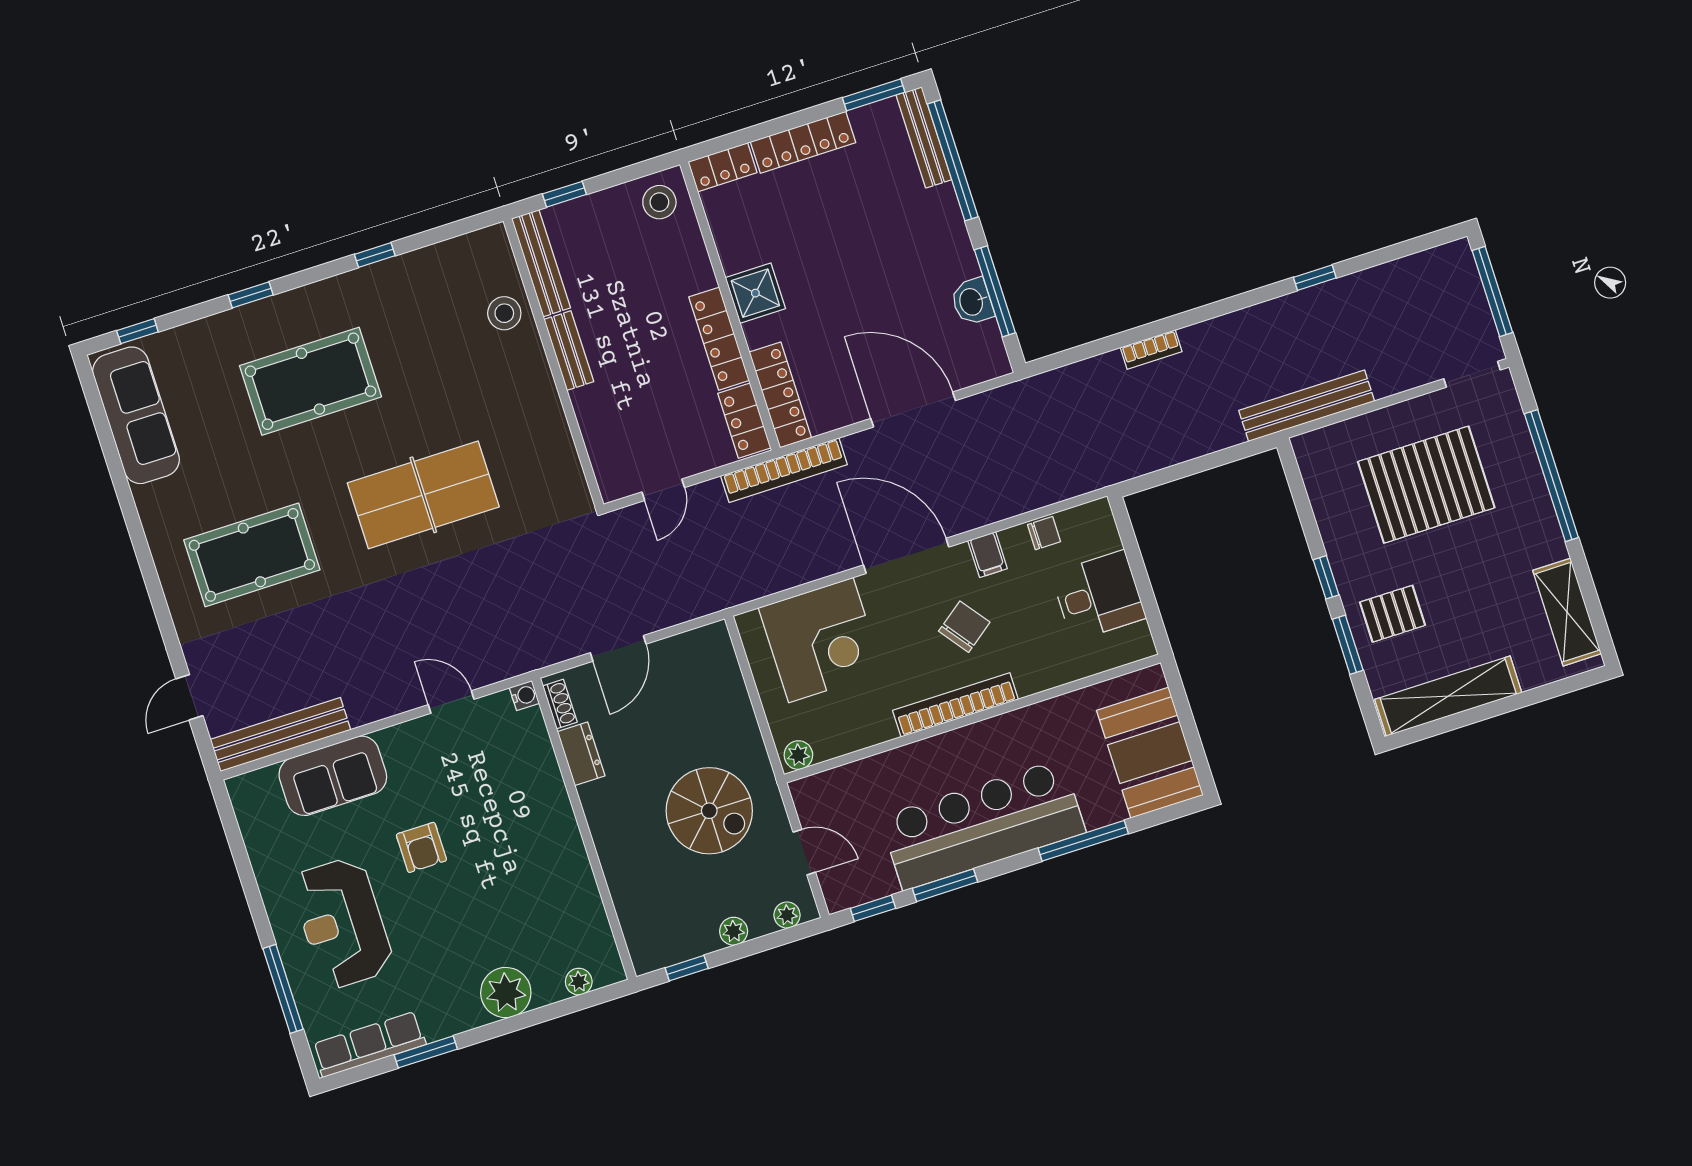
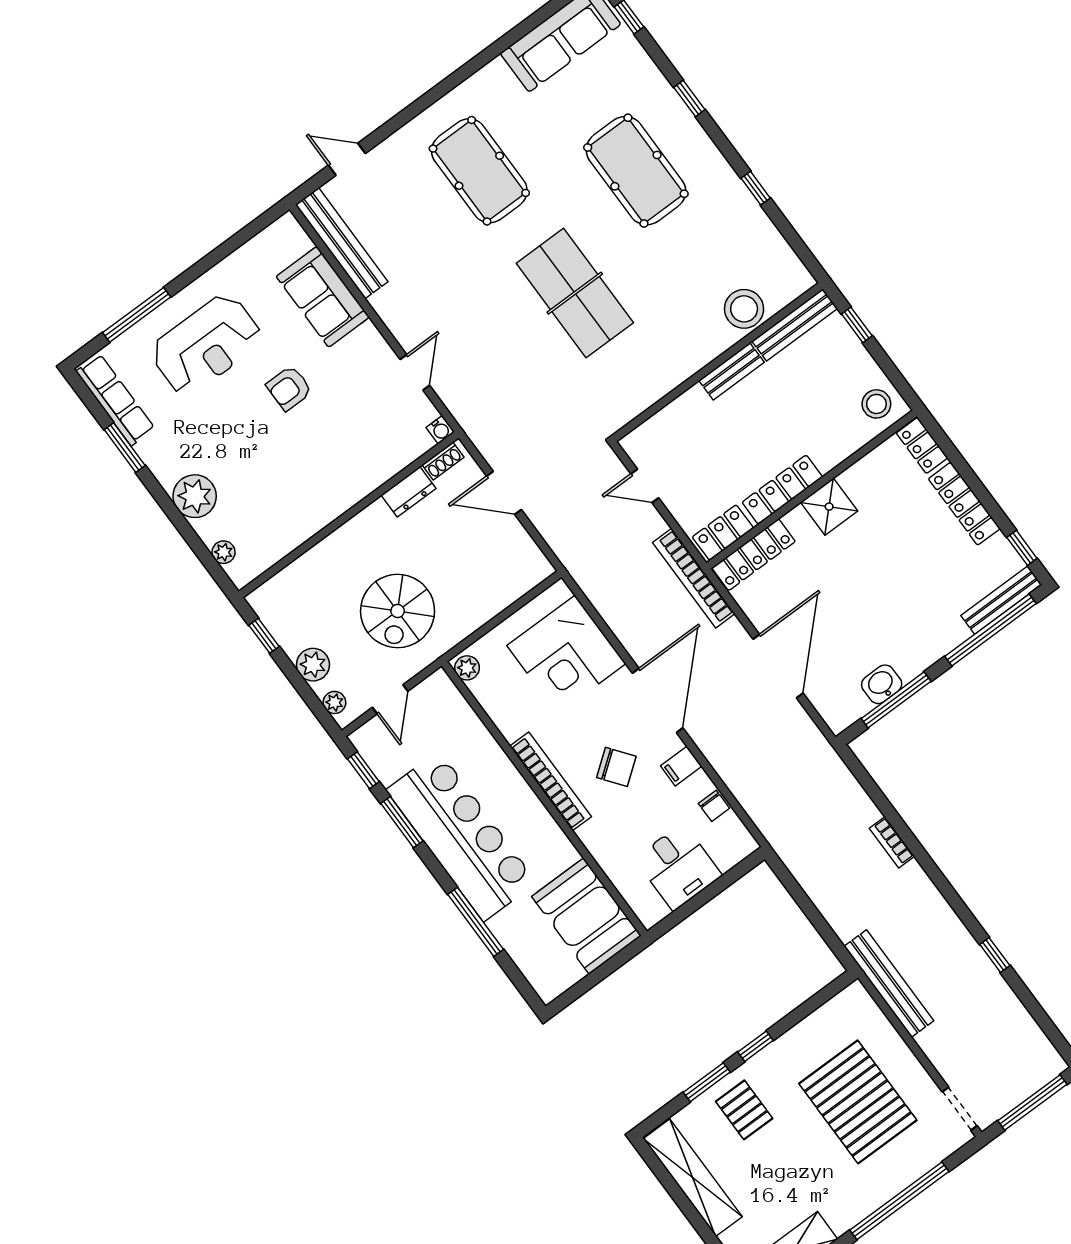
window: (874, 95) -> (1022, 548), width x0.67
stool: (504, 313) -> (744, 309), width x1.38, depth x1.38
booth: (1150, 753) -> (586, 916), moved, turned 90
reception desk: (342, 923) -> (206, 345), turned 180
plant: (734, 931) -> (313, 665), width x1.38, depth x1.38

